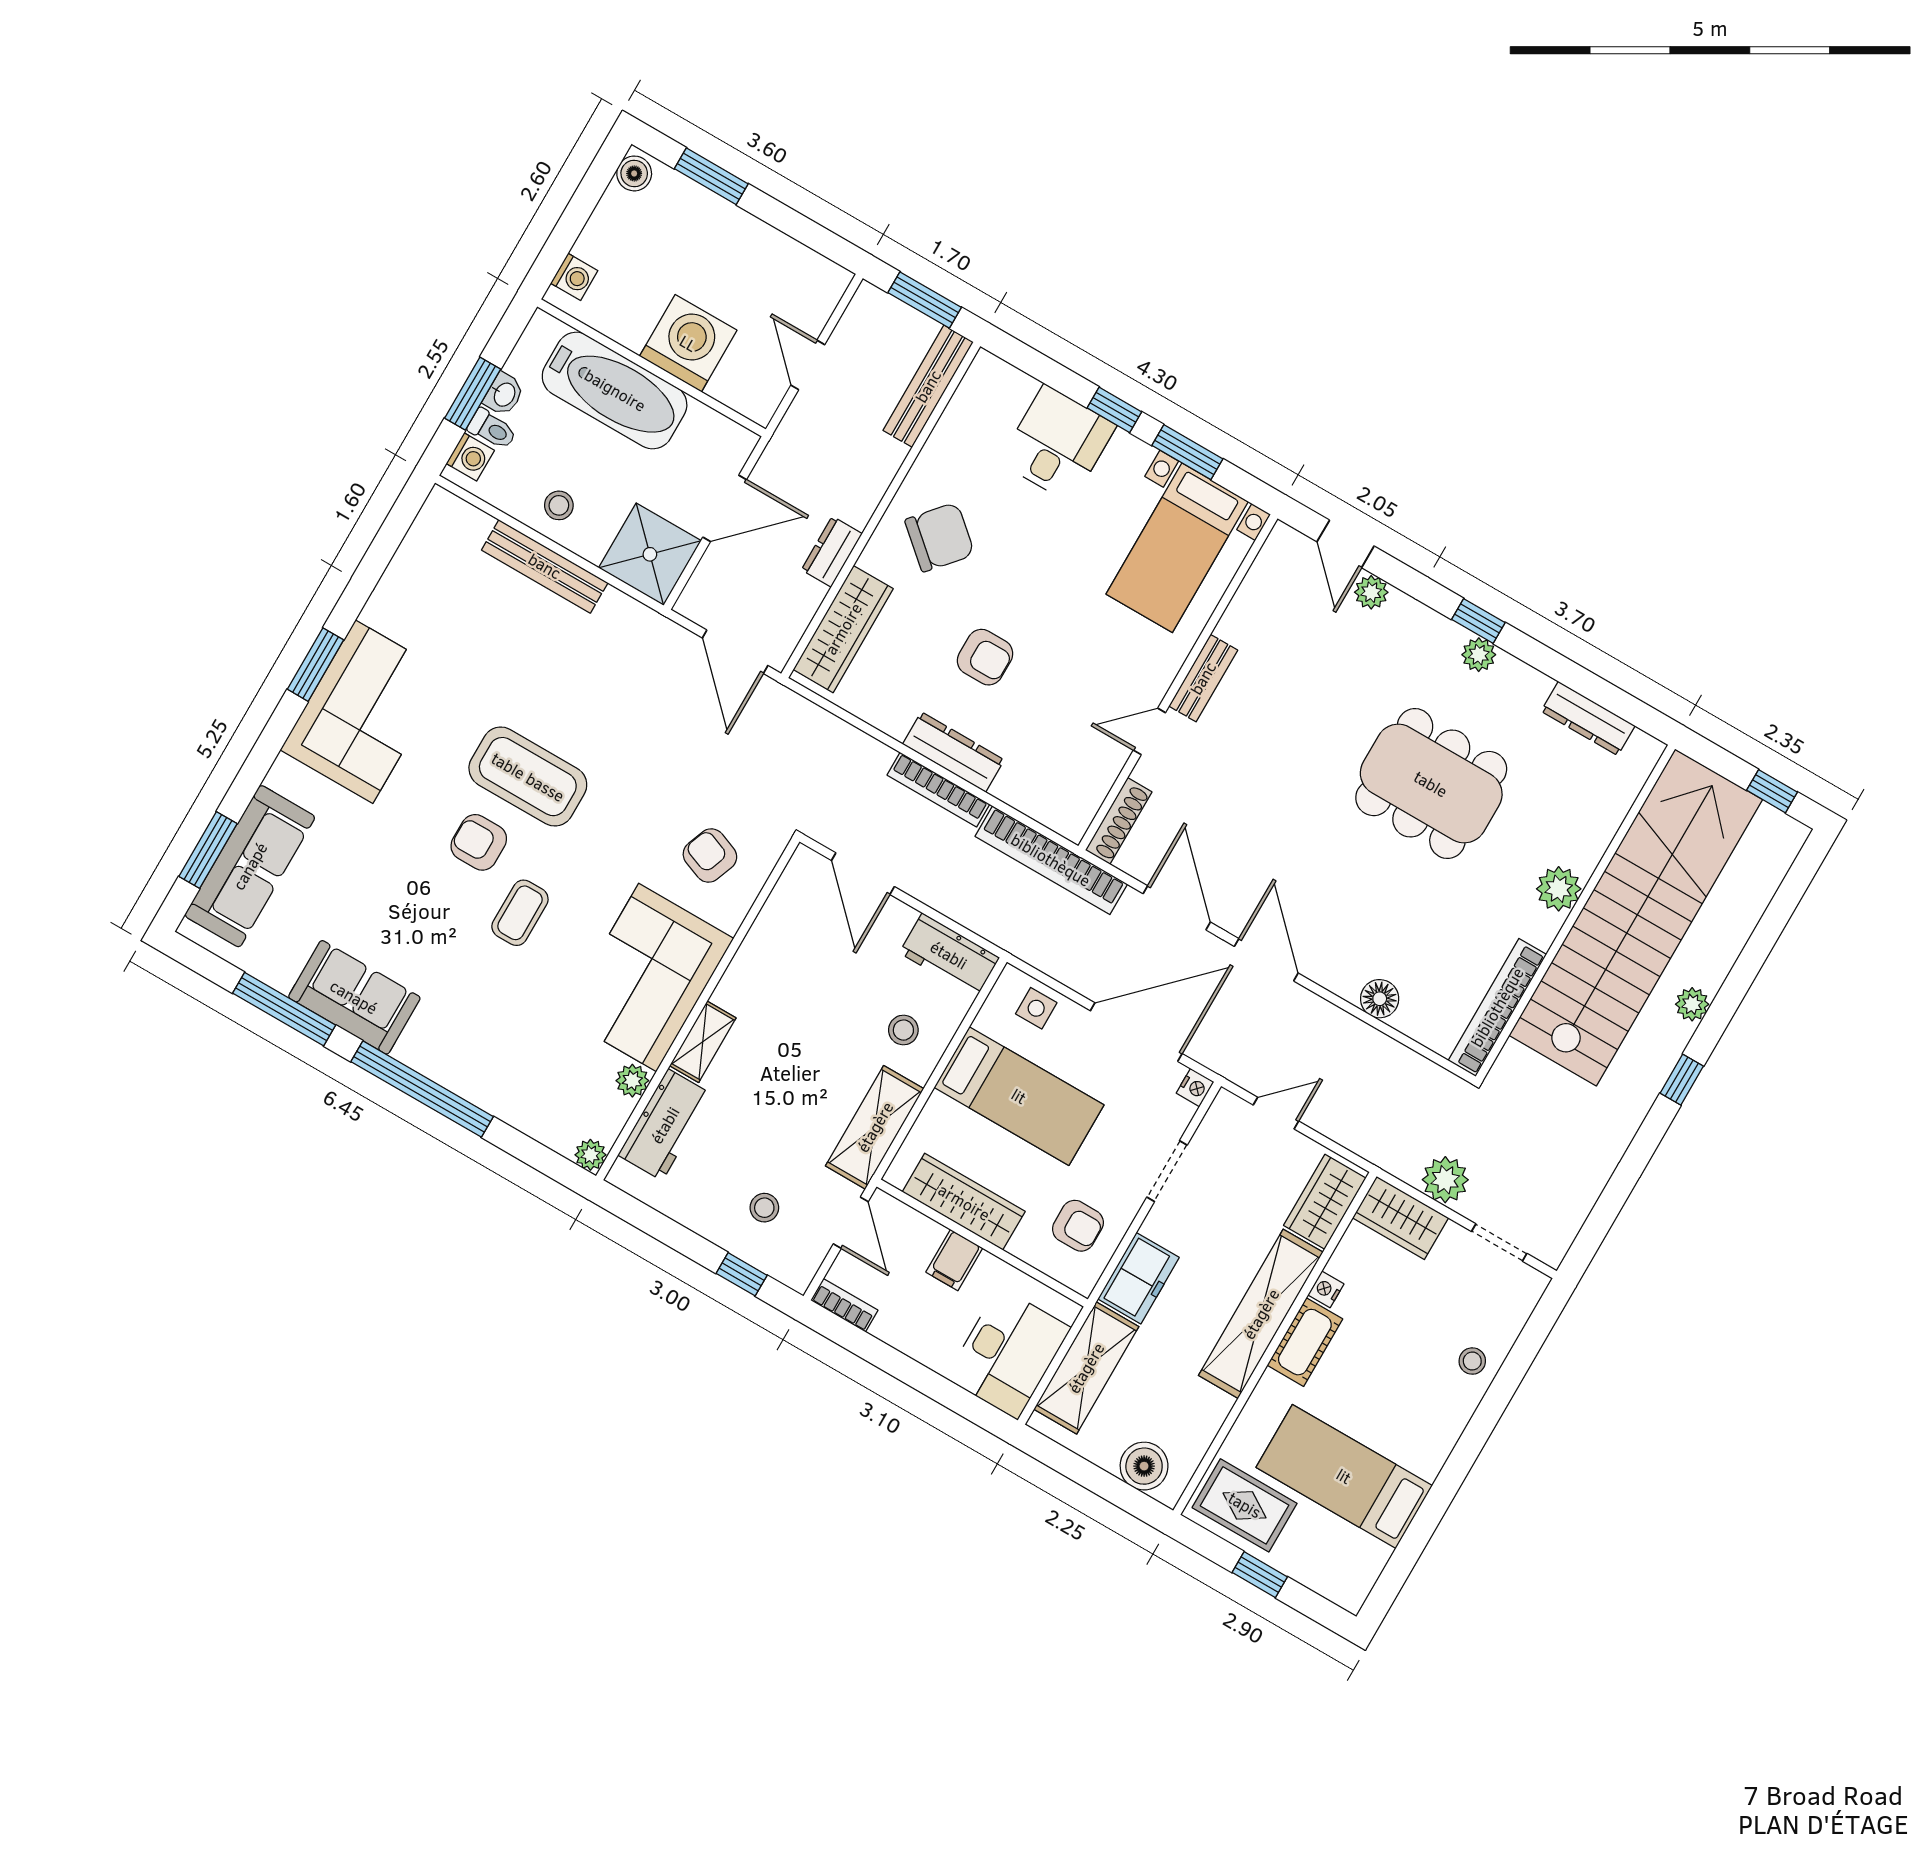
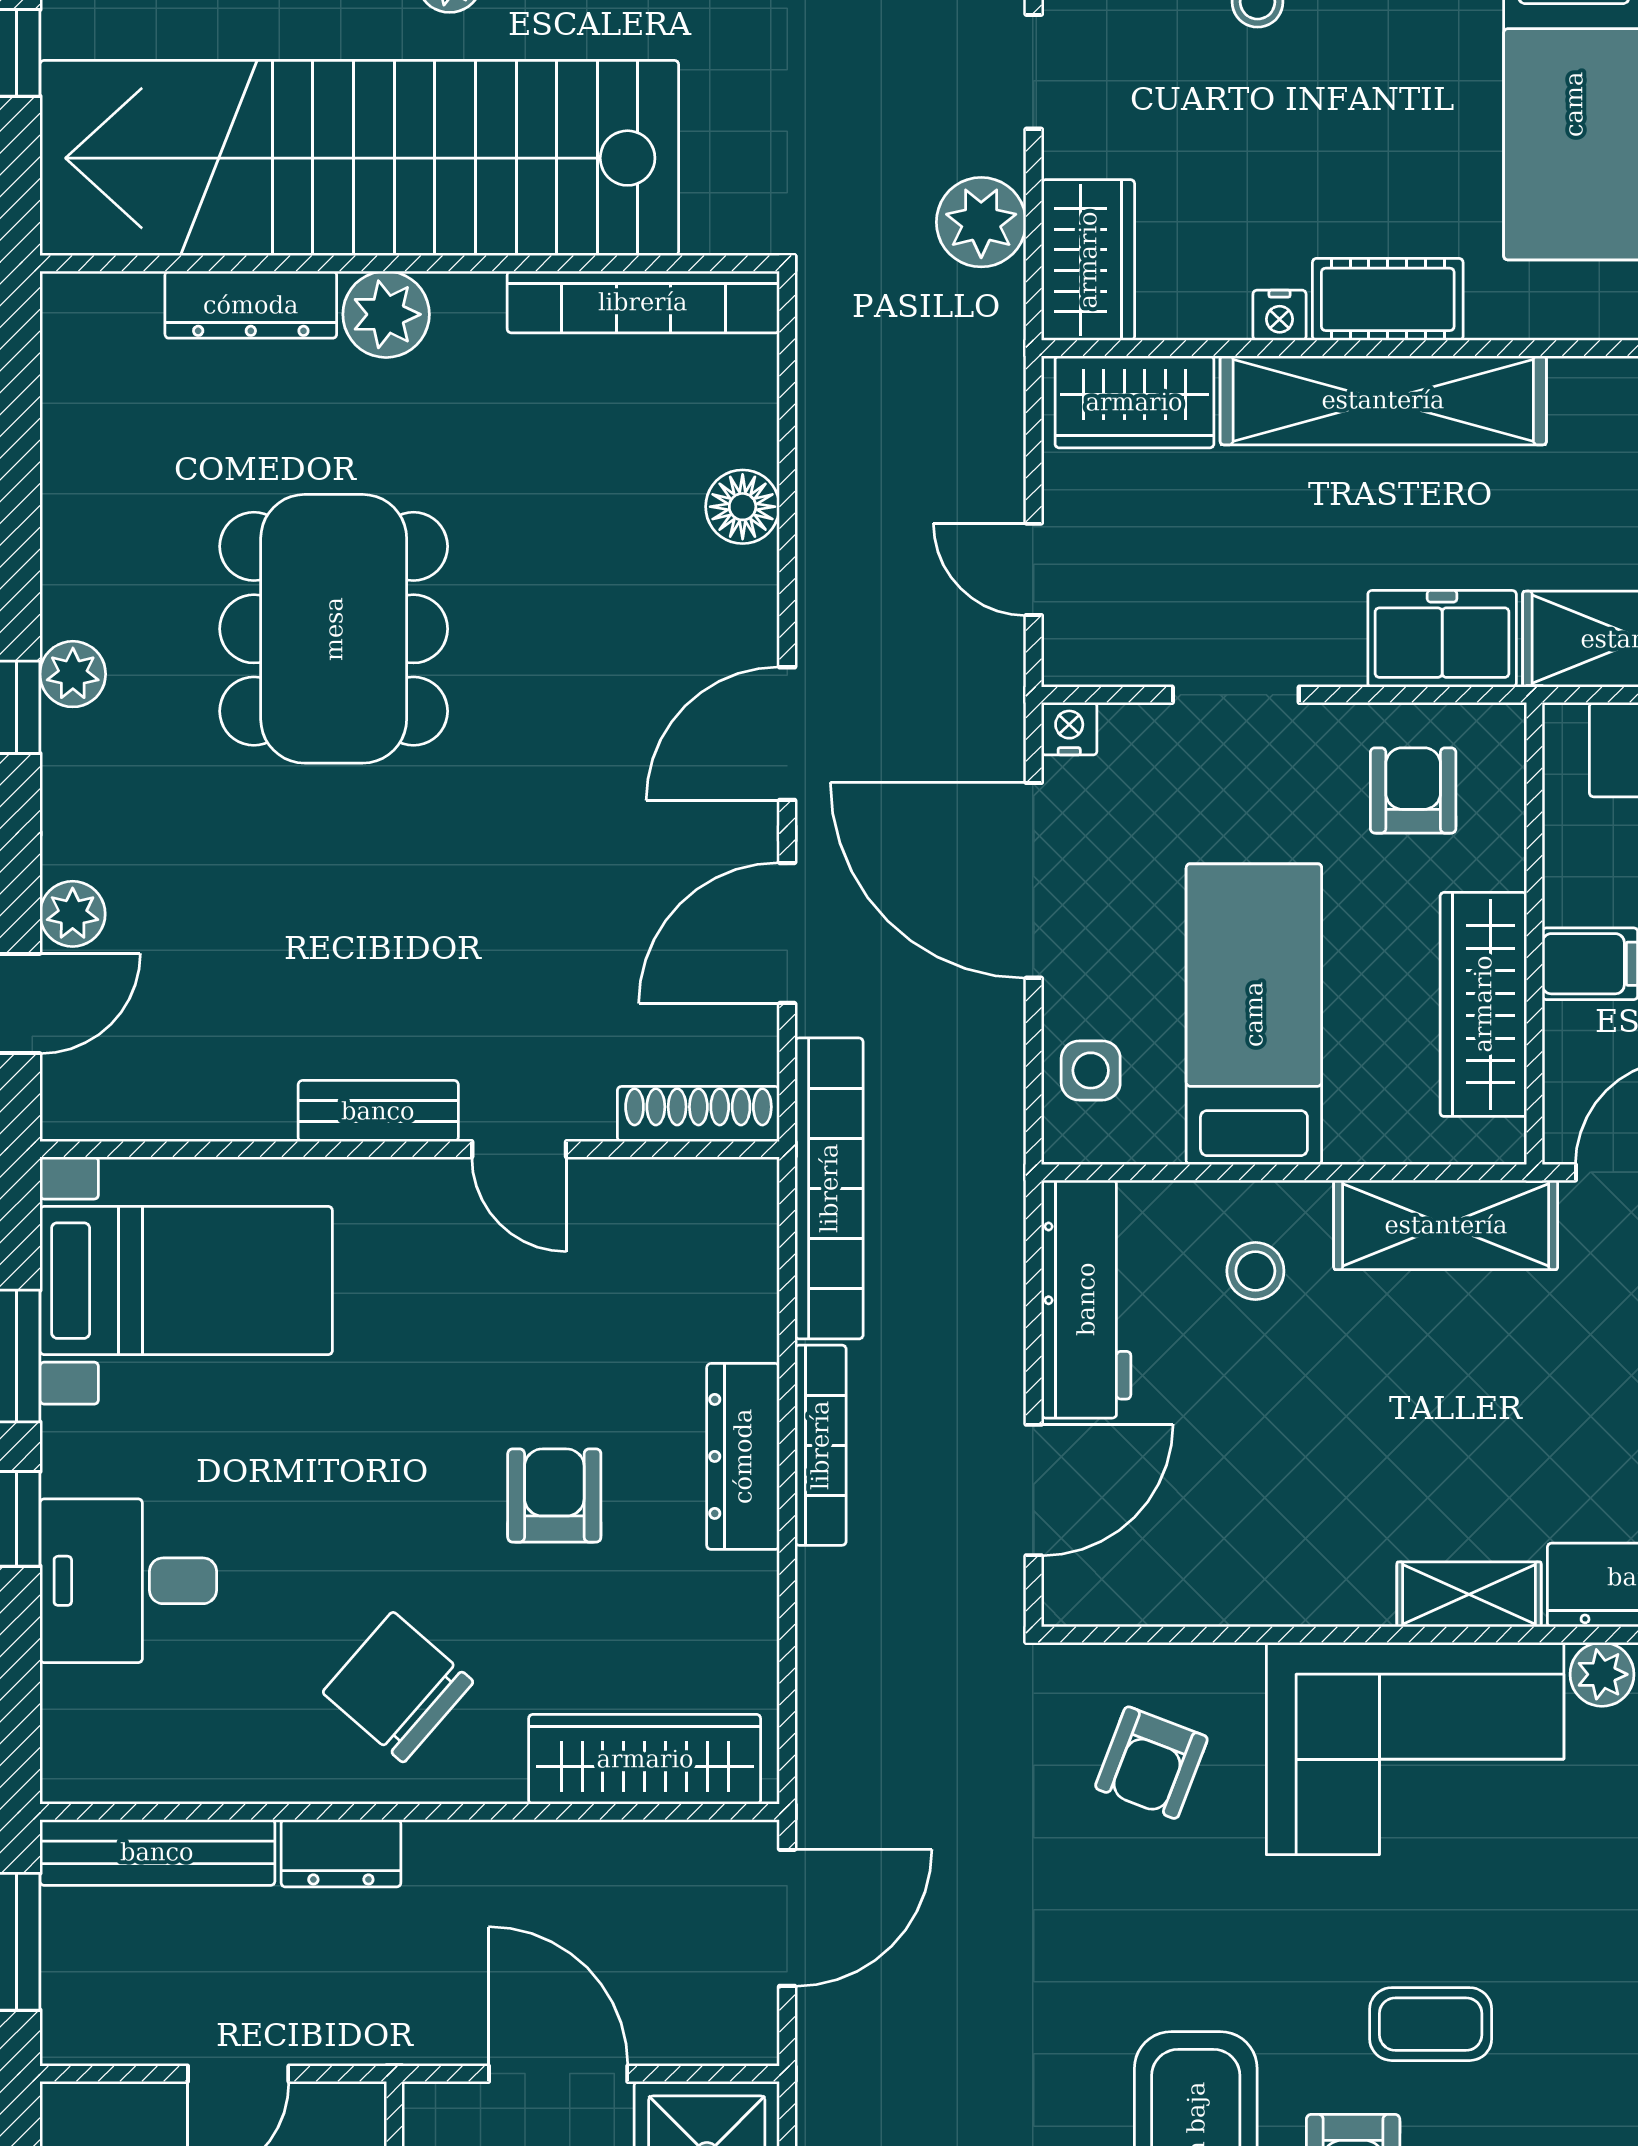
dresser: (832, 552) -> (341, 1853), moved
dresser: (1588, 718) -> (251, 305), moved, turned 90
workbench: (949, 955) -> (1086, 1299), width x1.37

